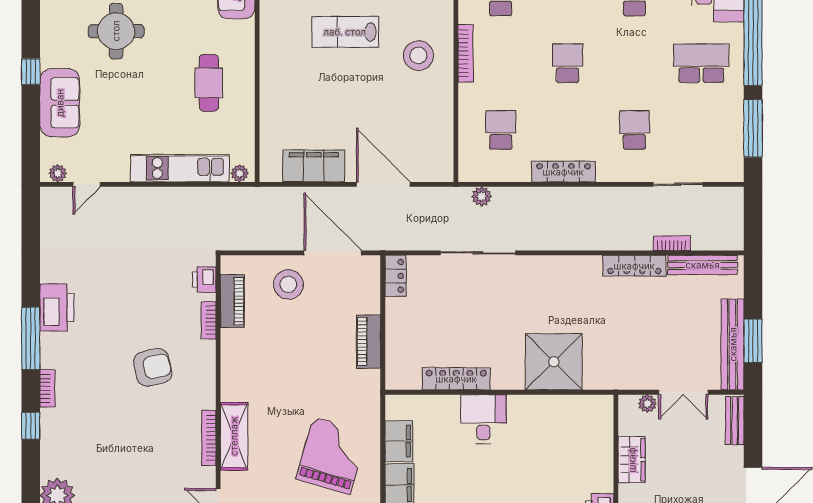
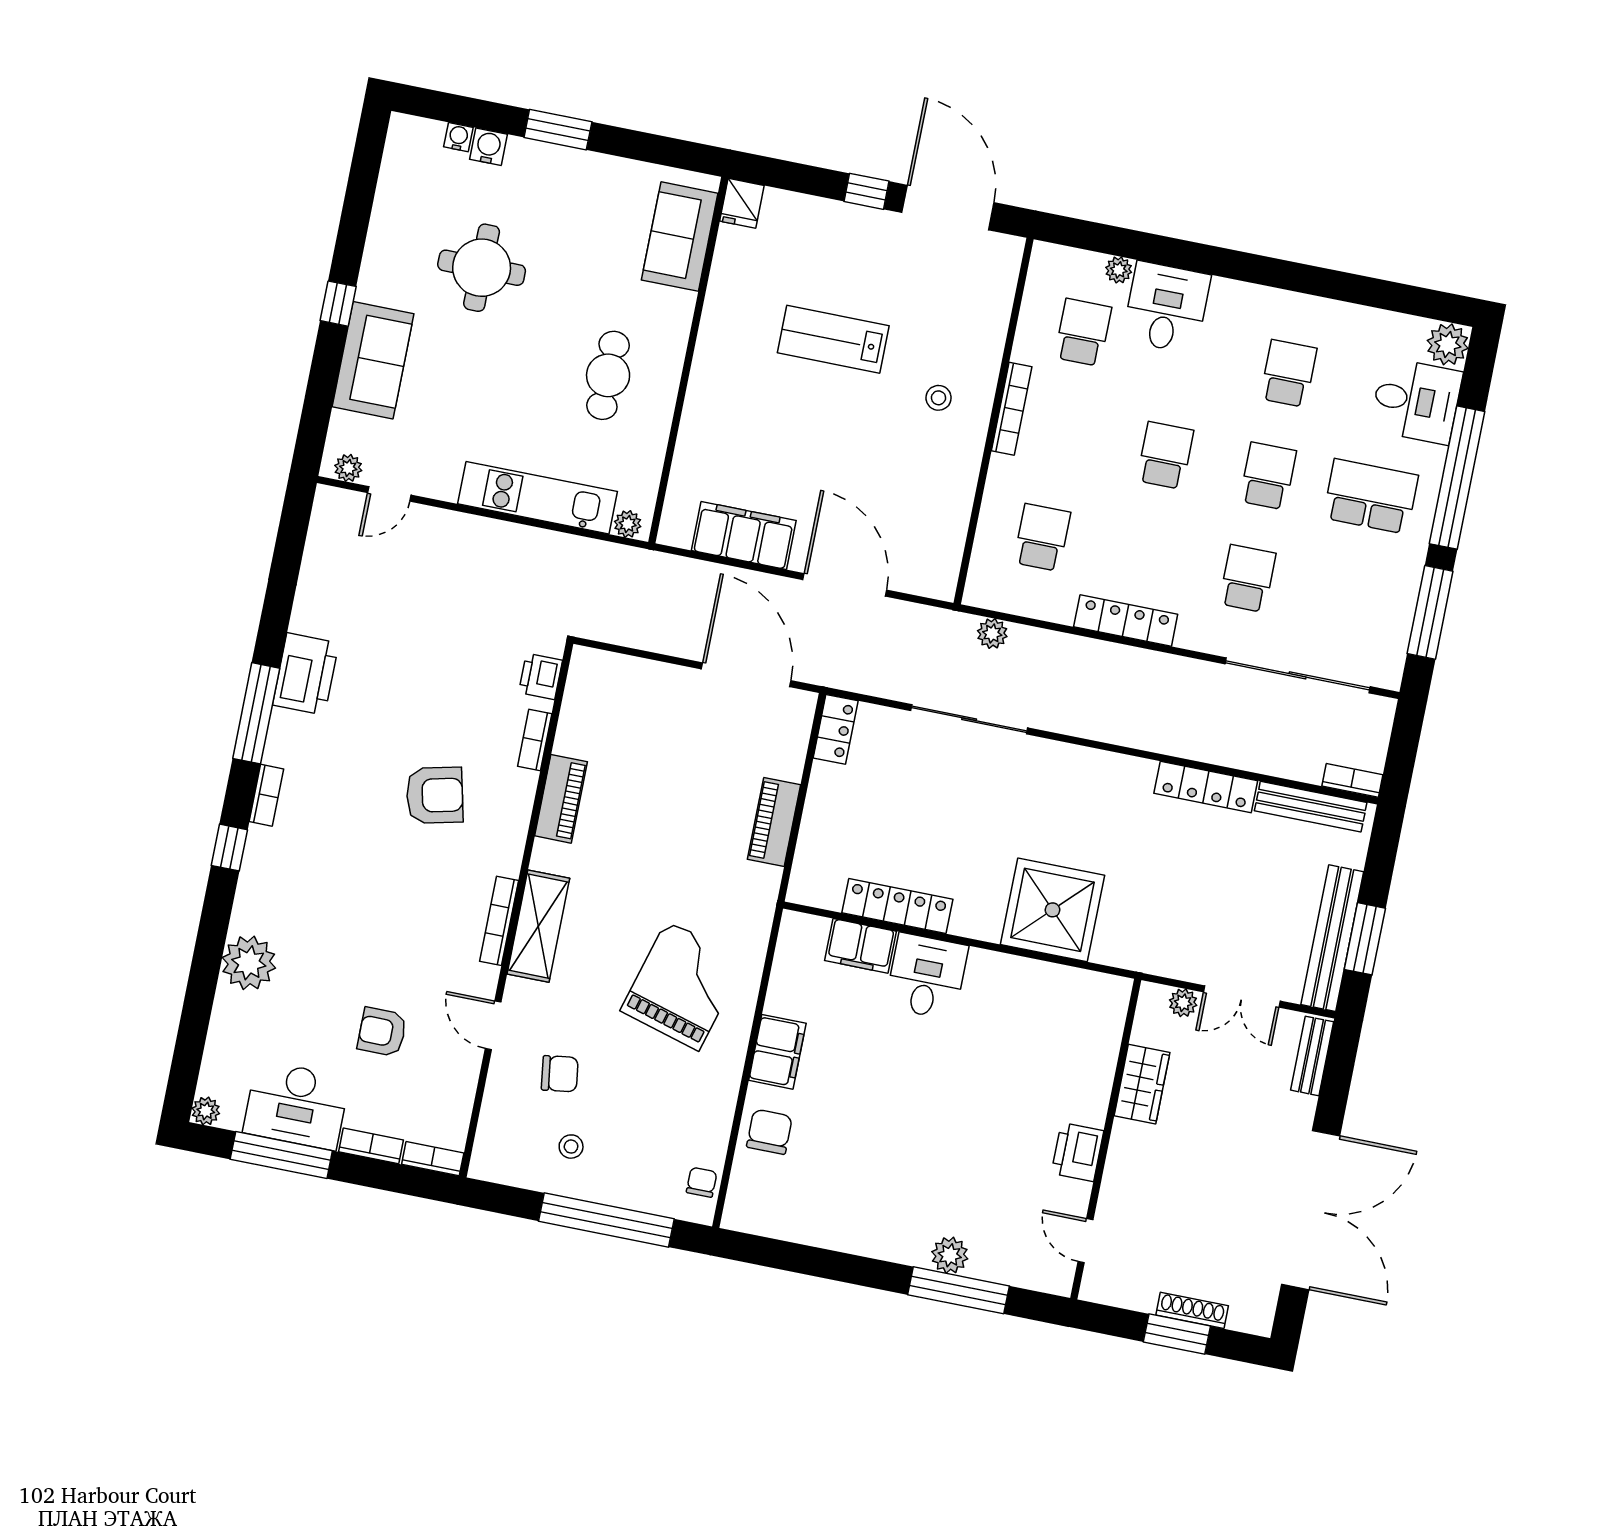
stool: (418, 55) -> (938, 398), width x0.53, depth x0.53
school desk: (634, 63) -> (1268, 476), added
sliding door: (678, 184) -> (1298, 675), width x1.86
bookcase: (672, 243) -> (1352, 780), moved
stool: (288, 284) -> (668, 710), removed
piano: (232, 301) -> (561, 799), moved
filing cabinet: (399, 441) -> (861, 946), moved, turned 90

